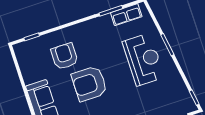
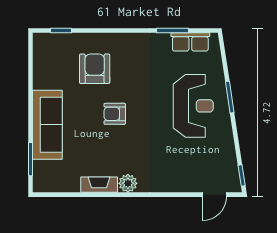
armchair: (89, 84) -> (115, 114), width x0.53, depth x0.53

